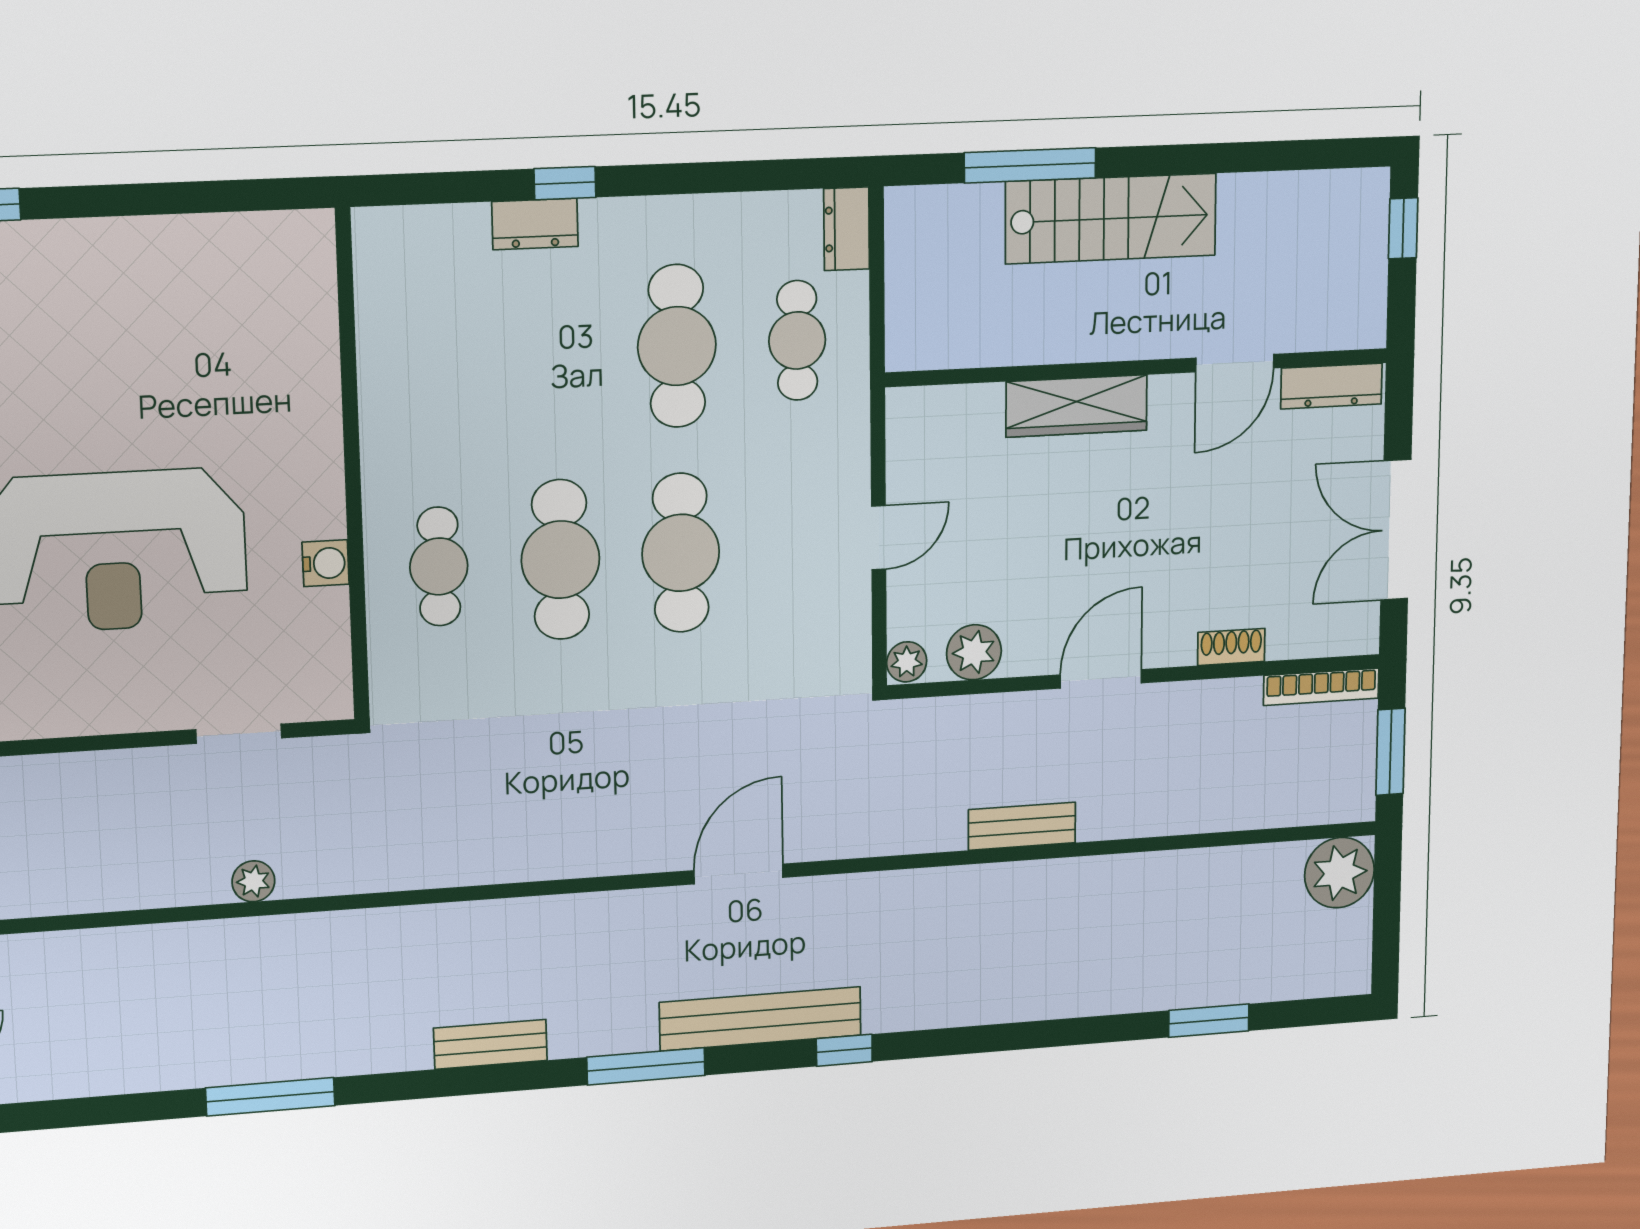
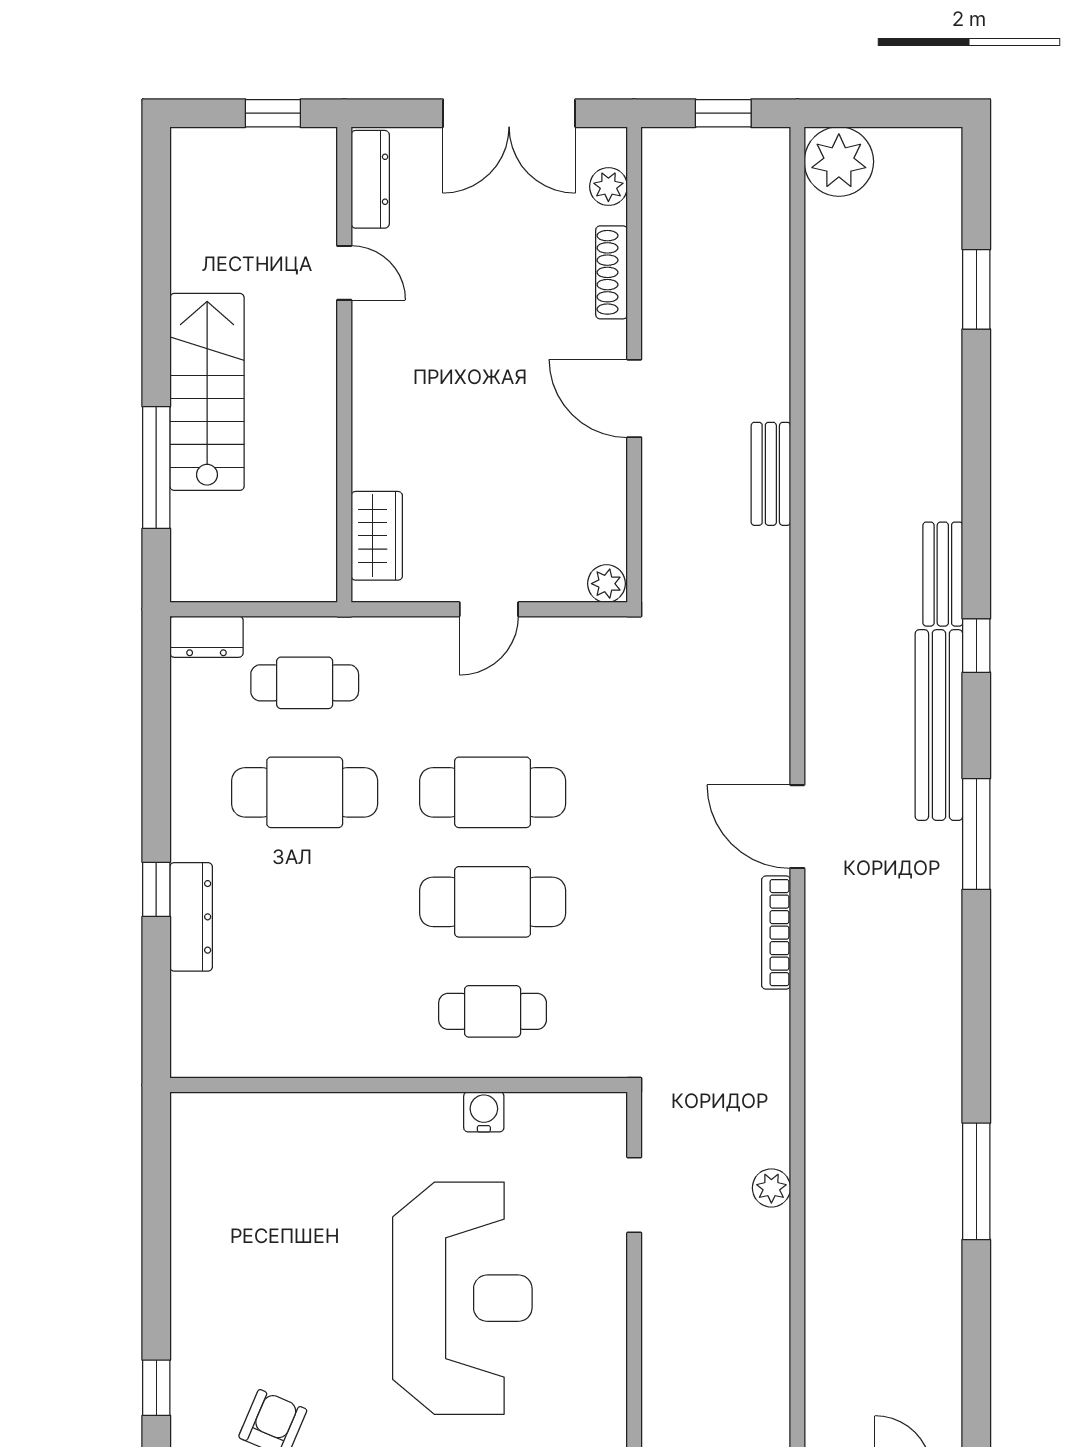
dresser: (535, 224) -> (191, 917), width x1.44
window: (1403, 228) -> (273, 113), moved
door: (1235, 363) -> (344, 273), width x0.73
wardrobe: (1077, 406) -> (377, 536), moved, width x0.67
door: (879, 538) -> (489, 609), swing flipped
shoe rack: (1231, 647) -> (612, 272), width x1.43
plant: (974, 652) -> (608, 187), moved, width x0.73, depth x0.73
bookcase: (1321, 687) -> (776, 933), moved, turned 180
window: (1390, 752) -> (723, 113), width x0.67
door: (739, 874) -> (797, 827), moved
bench: (490, 1044) -> (943, 574), moved

